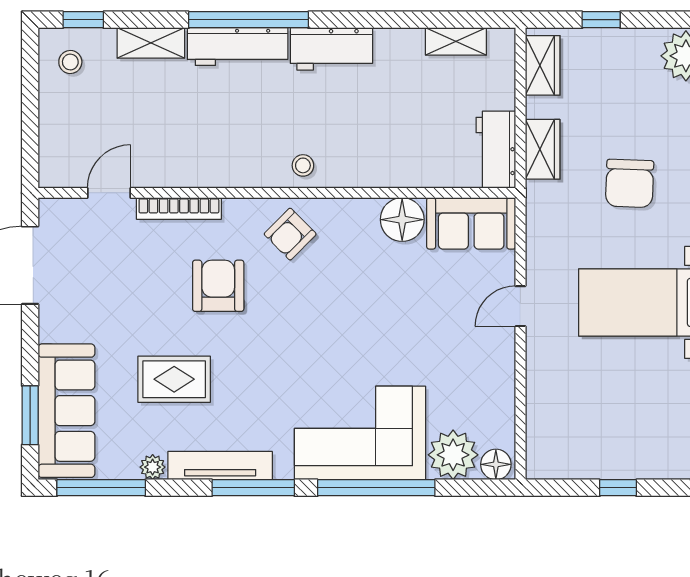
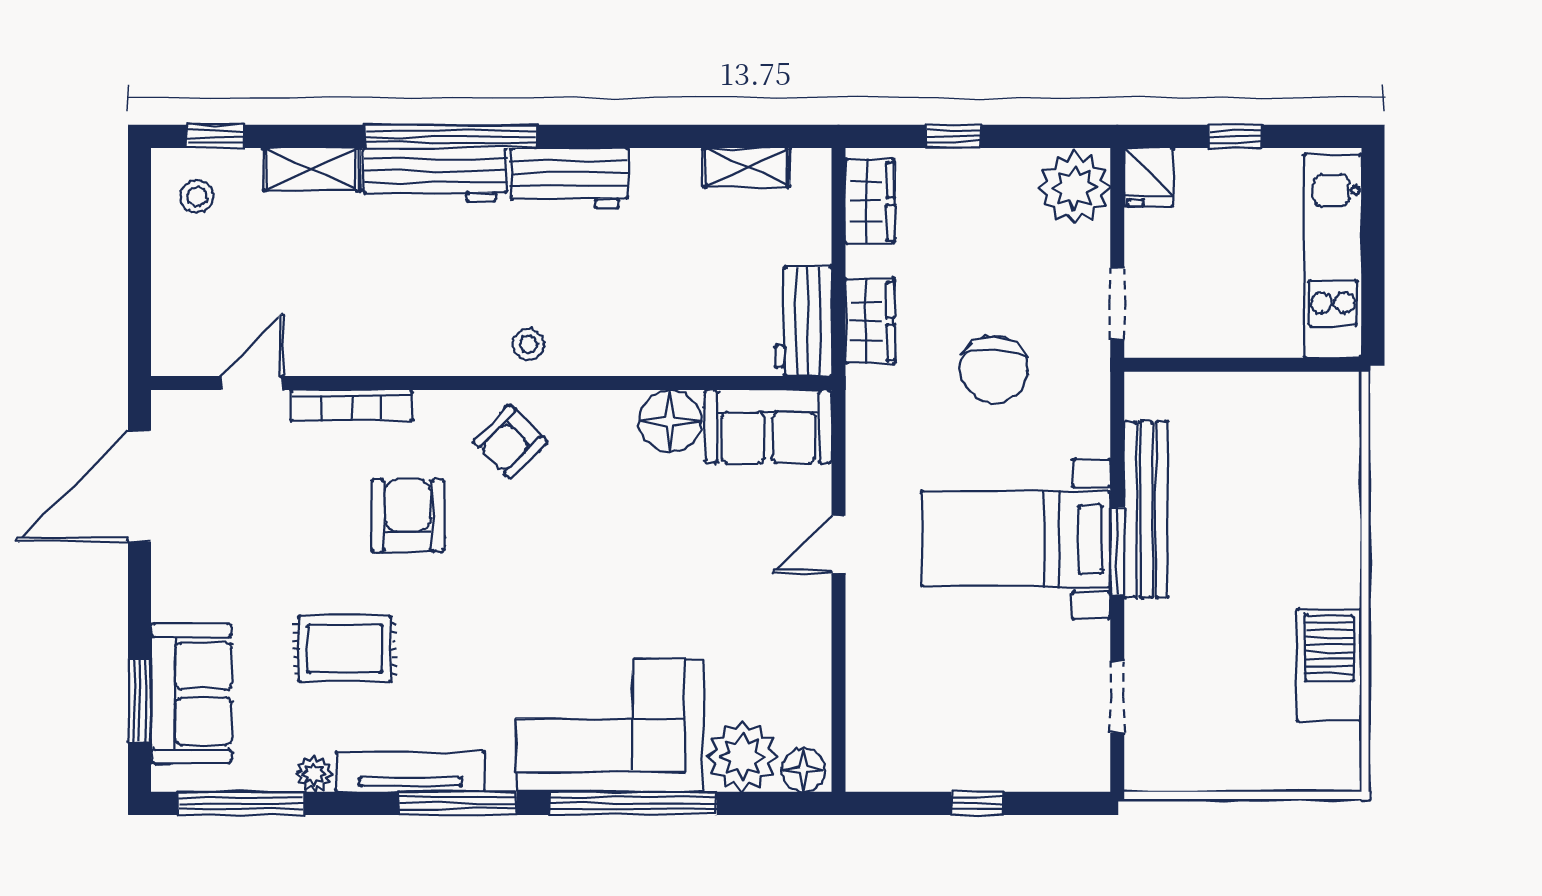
sofa: (66, 411) -> (191, 693), width x0.73

